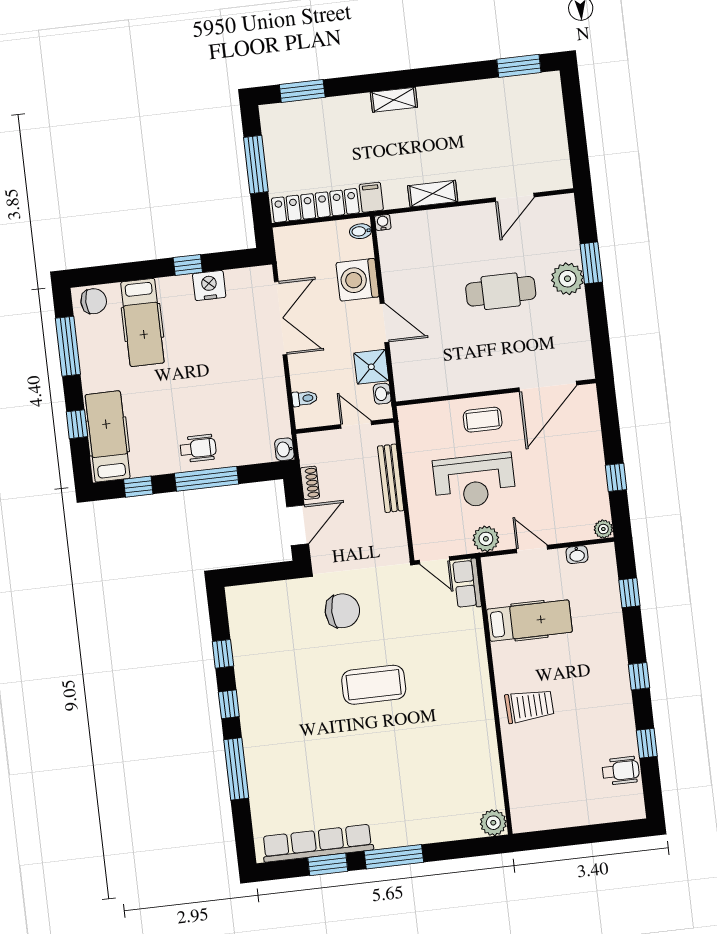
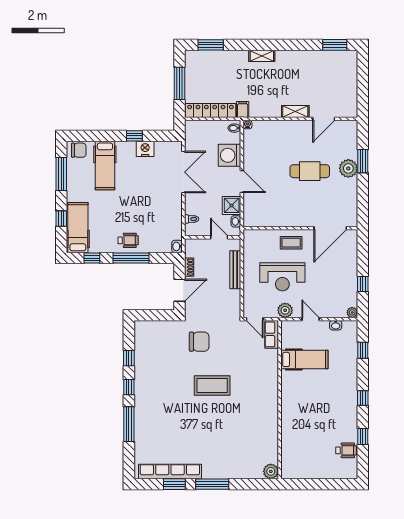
shelving: (433, 194) -> (295, 111), moved
trolley: (529, 706) -> (299, 408), removed

